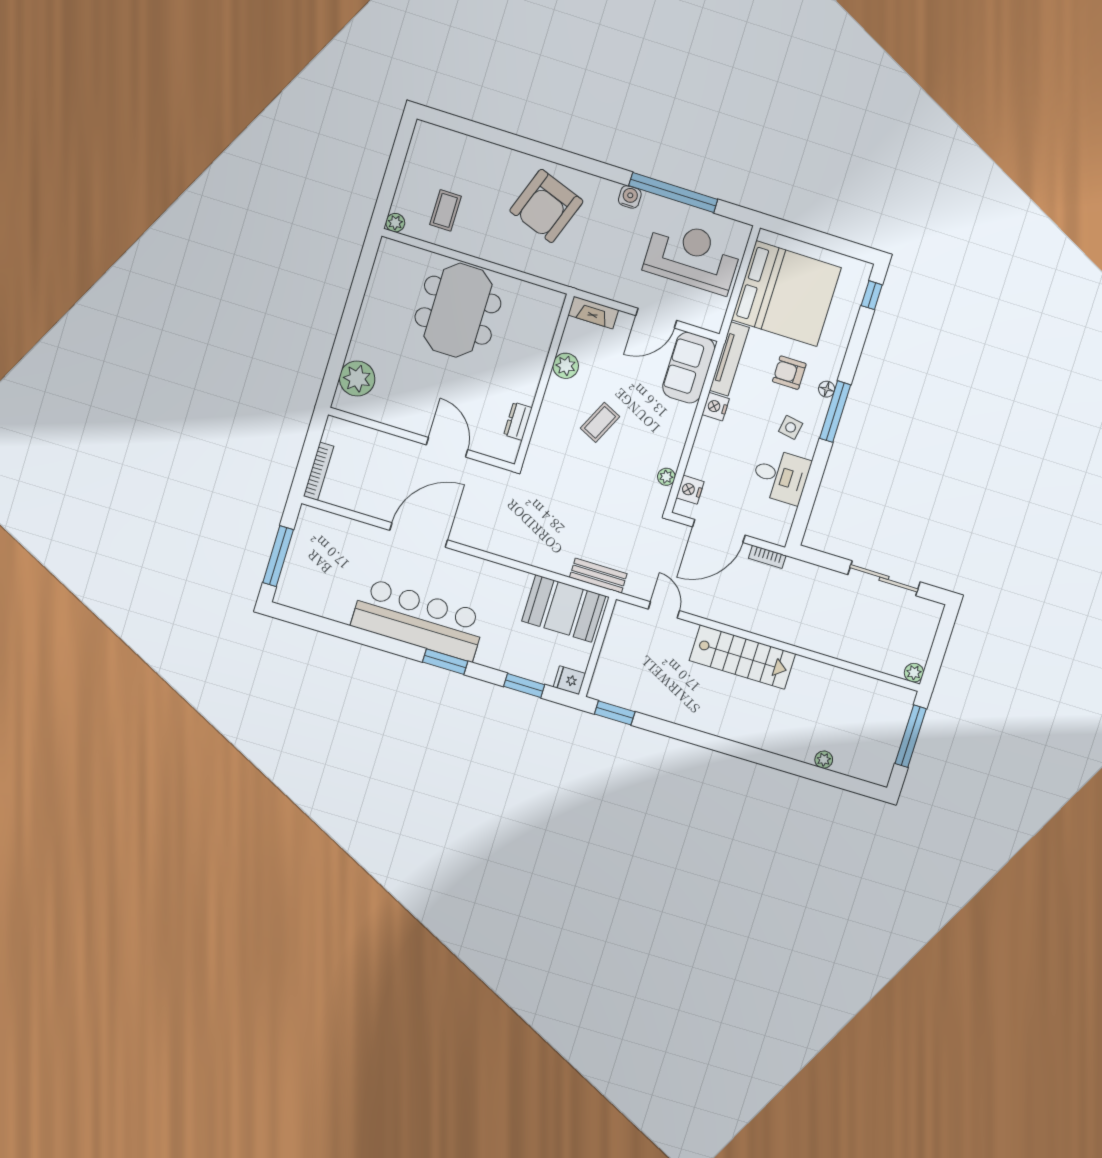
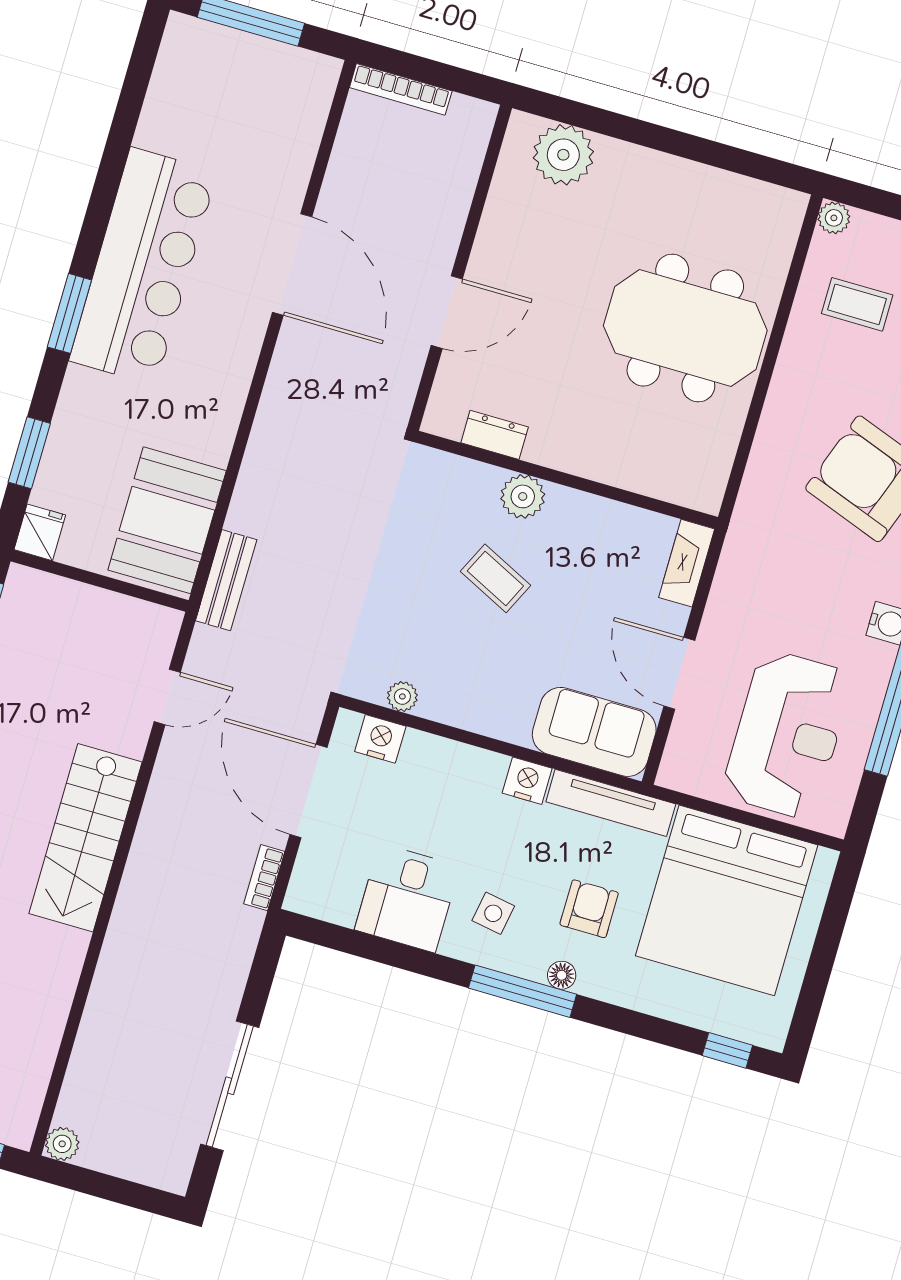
plant: (566, 366) -> (523, 496), moved

